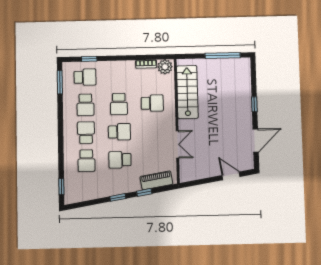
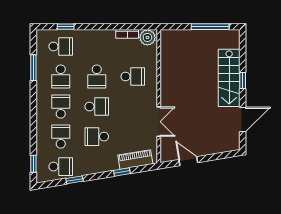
window: (60, 82) -> (33, 68), moved
stairs: (187, 92) -> (229, 78), moved, turned 180
school desk: (86, 161) -> (61, 137), turned 180
door: (231, 176) -> (188, 161), moved
school desk: (87, 189) -> (61, 167), added
window: (118, 197) -> (74, 180), moved

